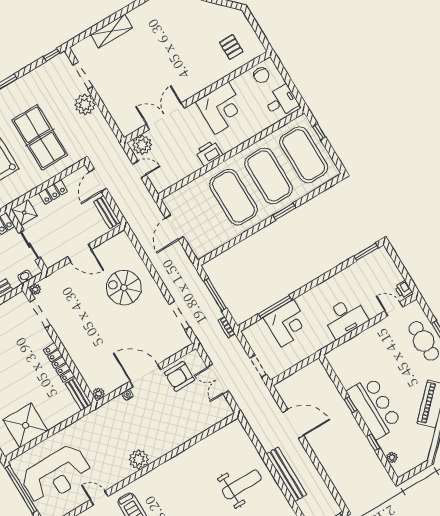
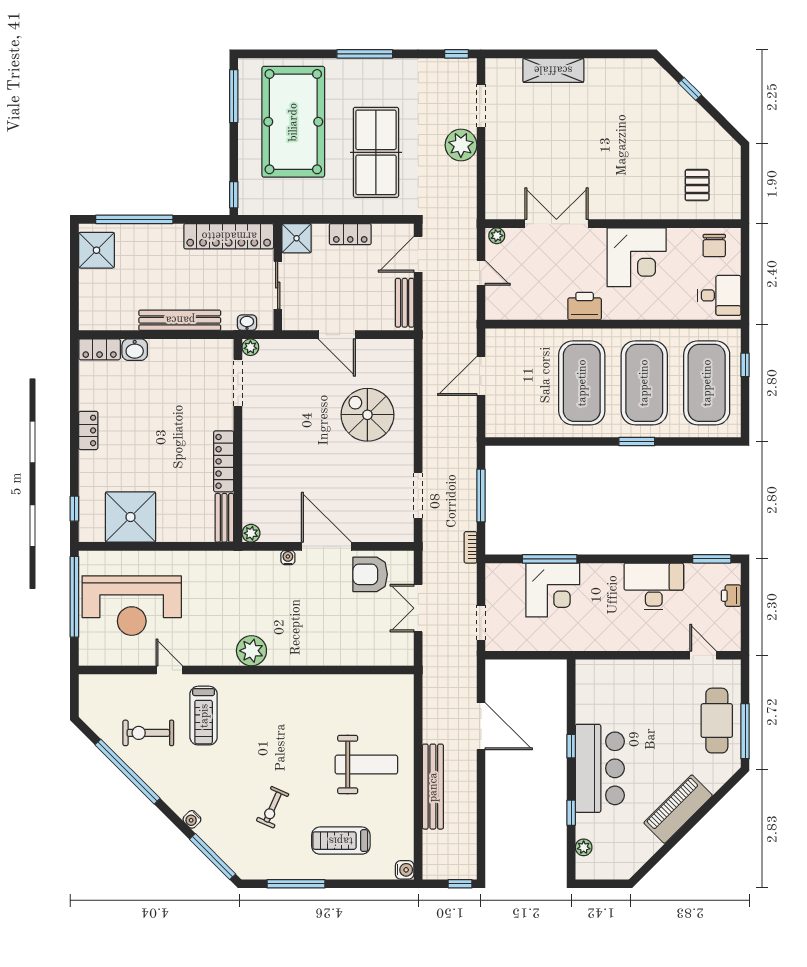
plant: (142, 145) -> (497, 236), width x0.53, depth x0.53
printer: (403, 289) -> (731, 596), moved
desk: (345, 317) -> (654, 586), moved, turned 180

